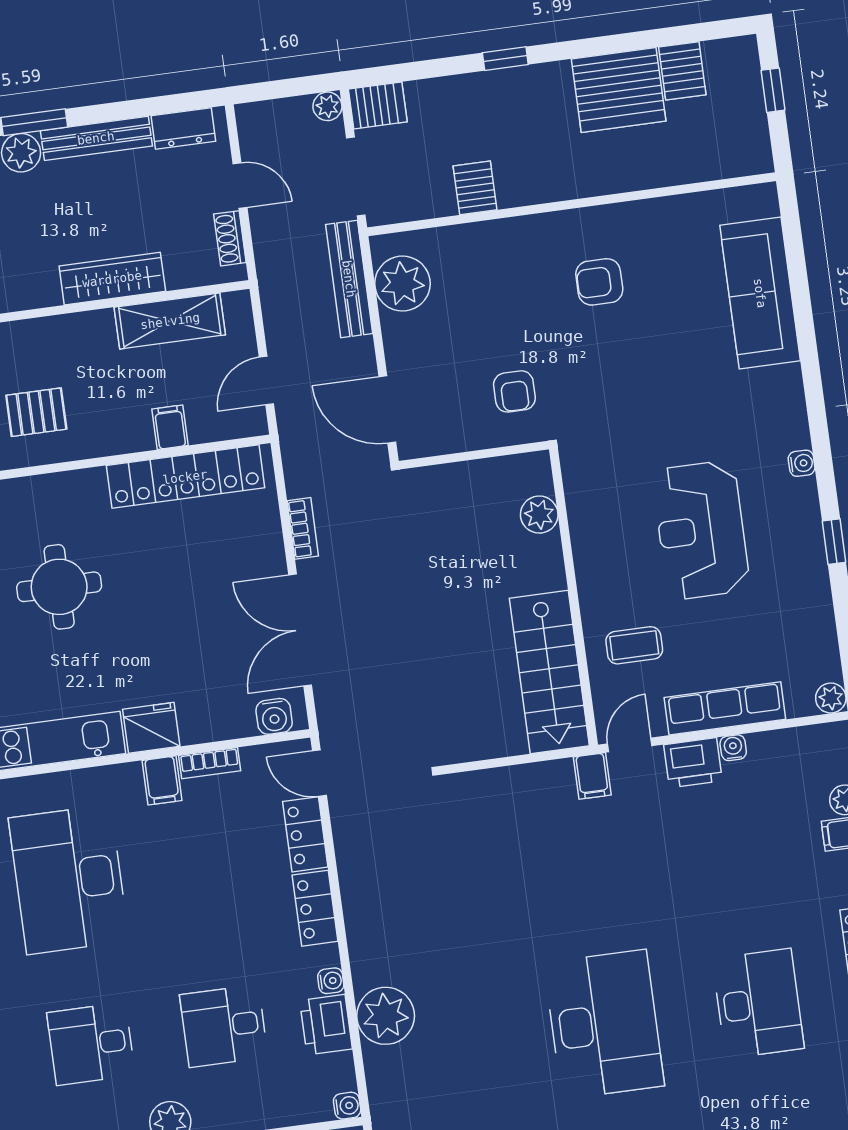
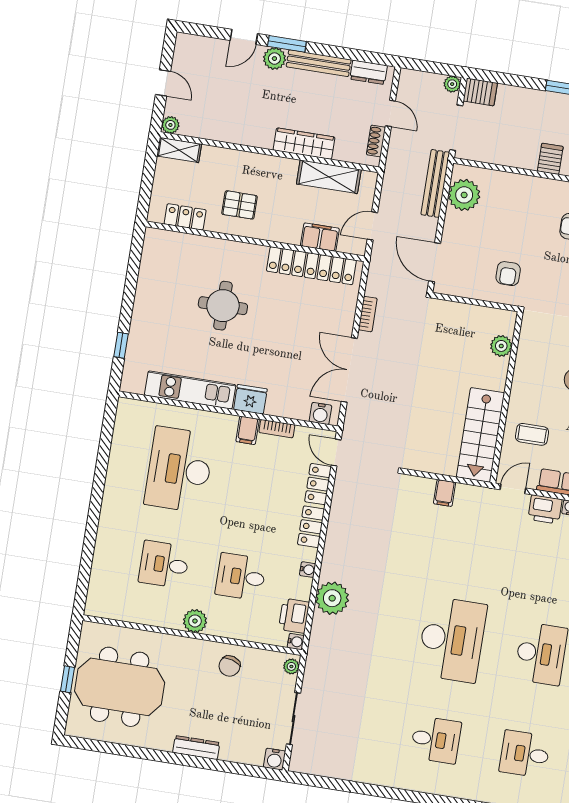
server rack: (475, 188) -> (550, 159), moved
filing cabinet: (170, 427) -> (320, 237), width x2.00
filing cabinet: (592, 776) -> (445, 493), moved
printer: (326, 1025) -> (294, 616), moved

